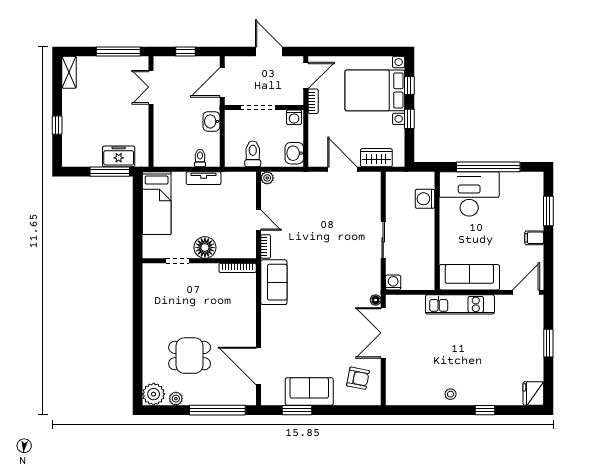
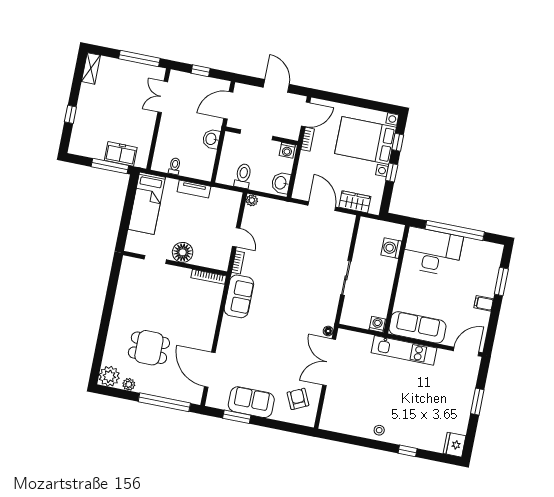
toilet: (200, 158) -> (175, 166), moved
washing machine: (393, 282) -> (377, 324), moved
armchair: (358, 378) -> (298, 399), turned -126

